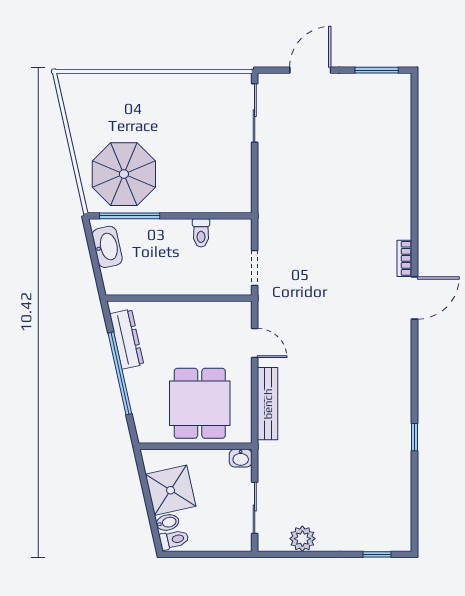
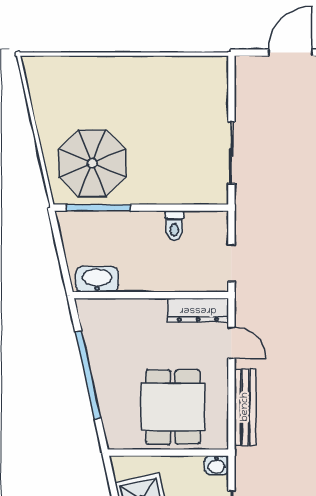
sliding door: (255, 113) -> (231, 153), moved
washbasin: (107, 247) -> (97, 279), moved, turned -77
dresser: (127, 339) -> (198, 310), moved, turned 103

